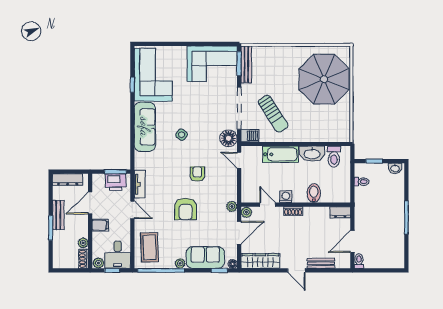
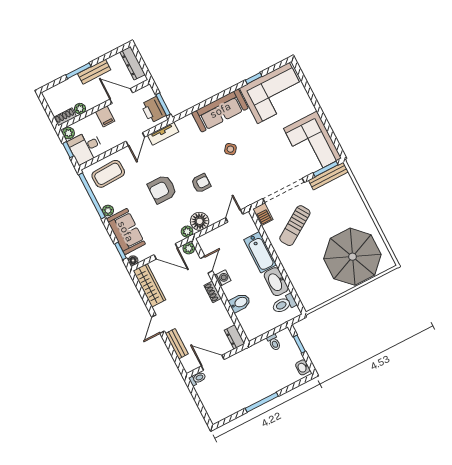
floor lamp: (229, 138) -> (200, 221), moved

